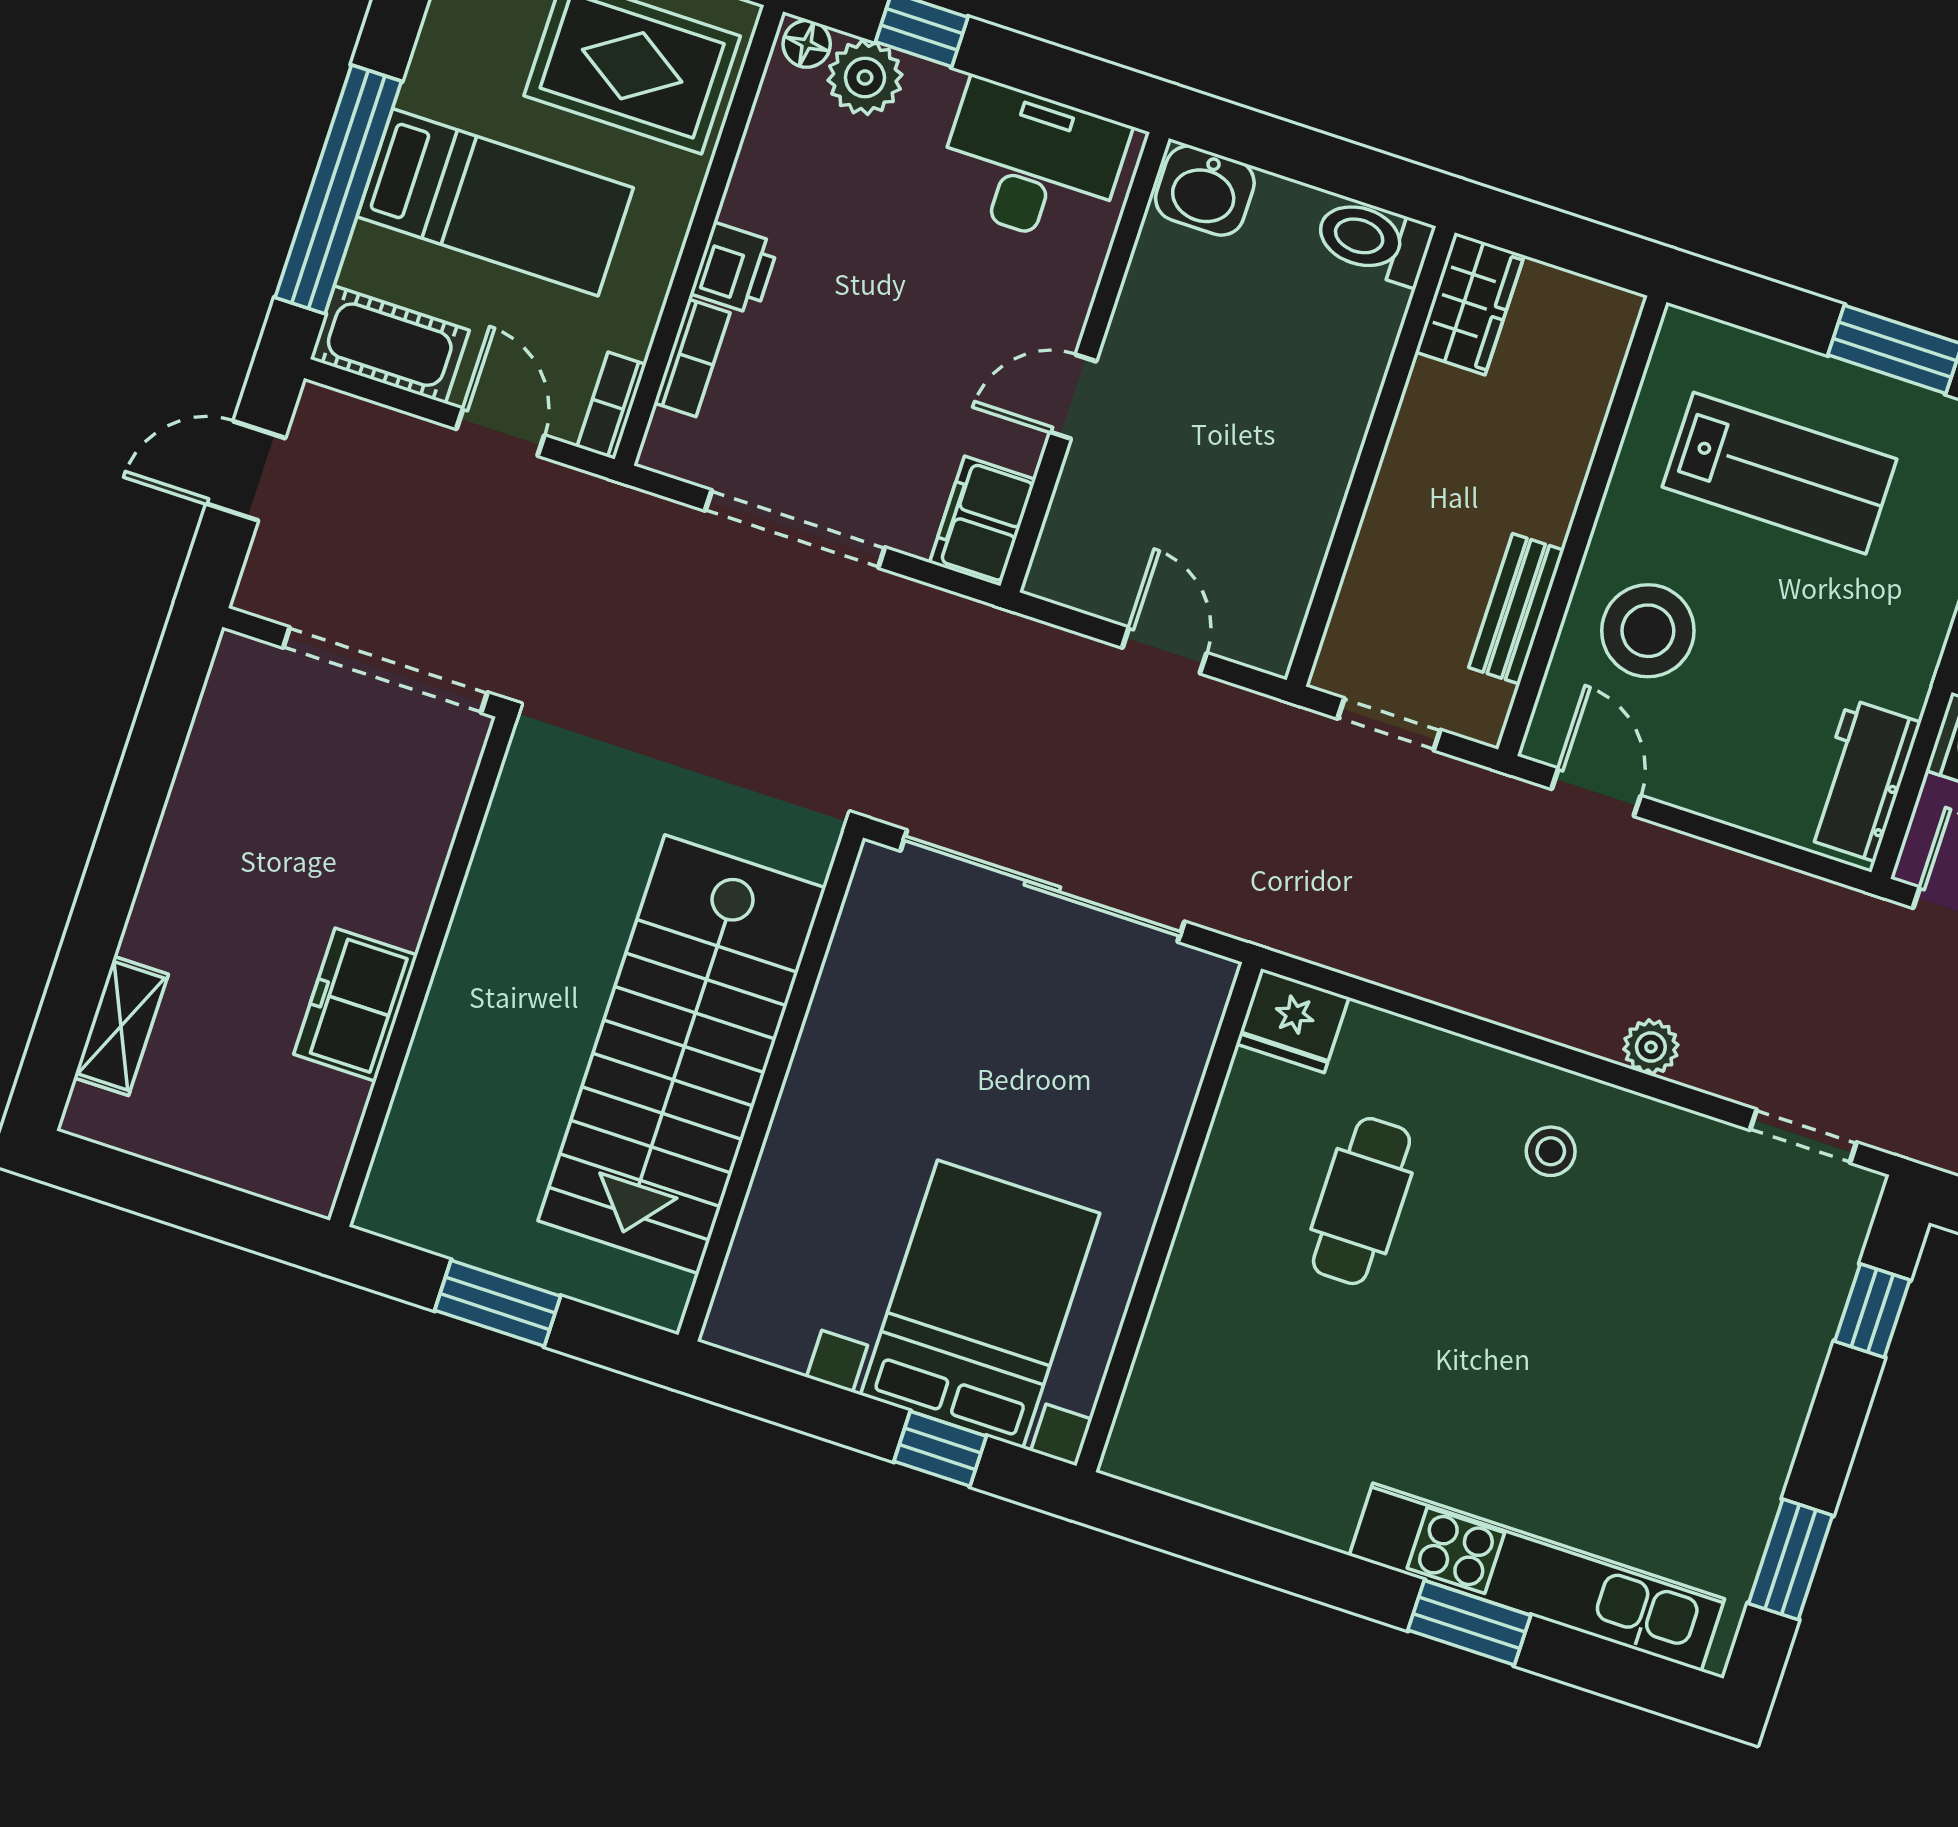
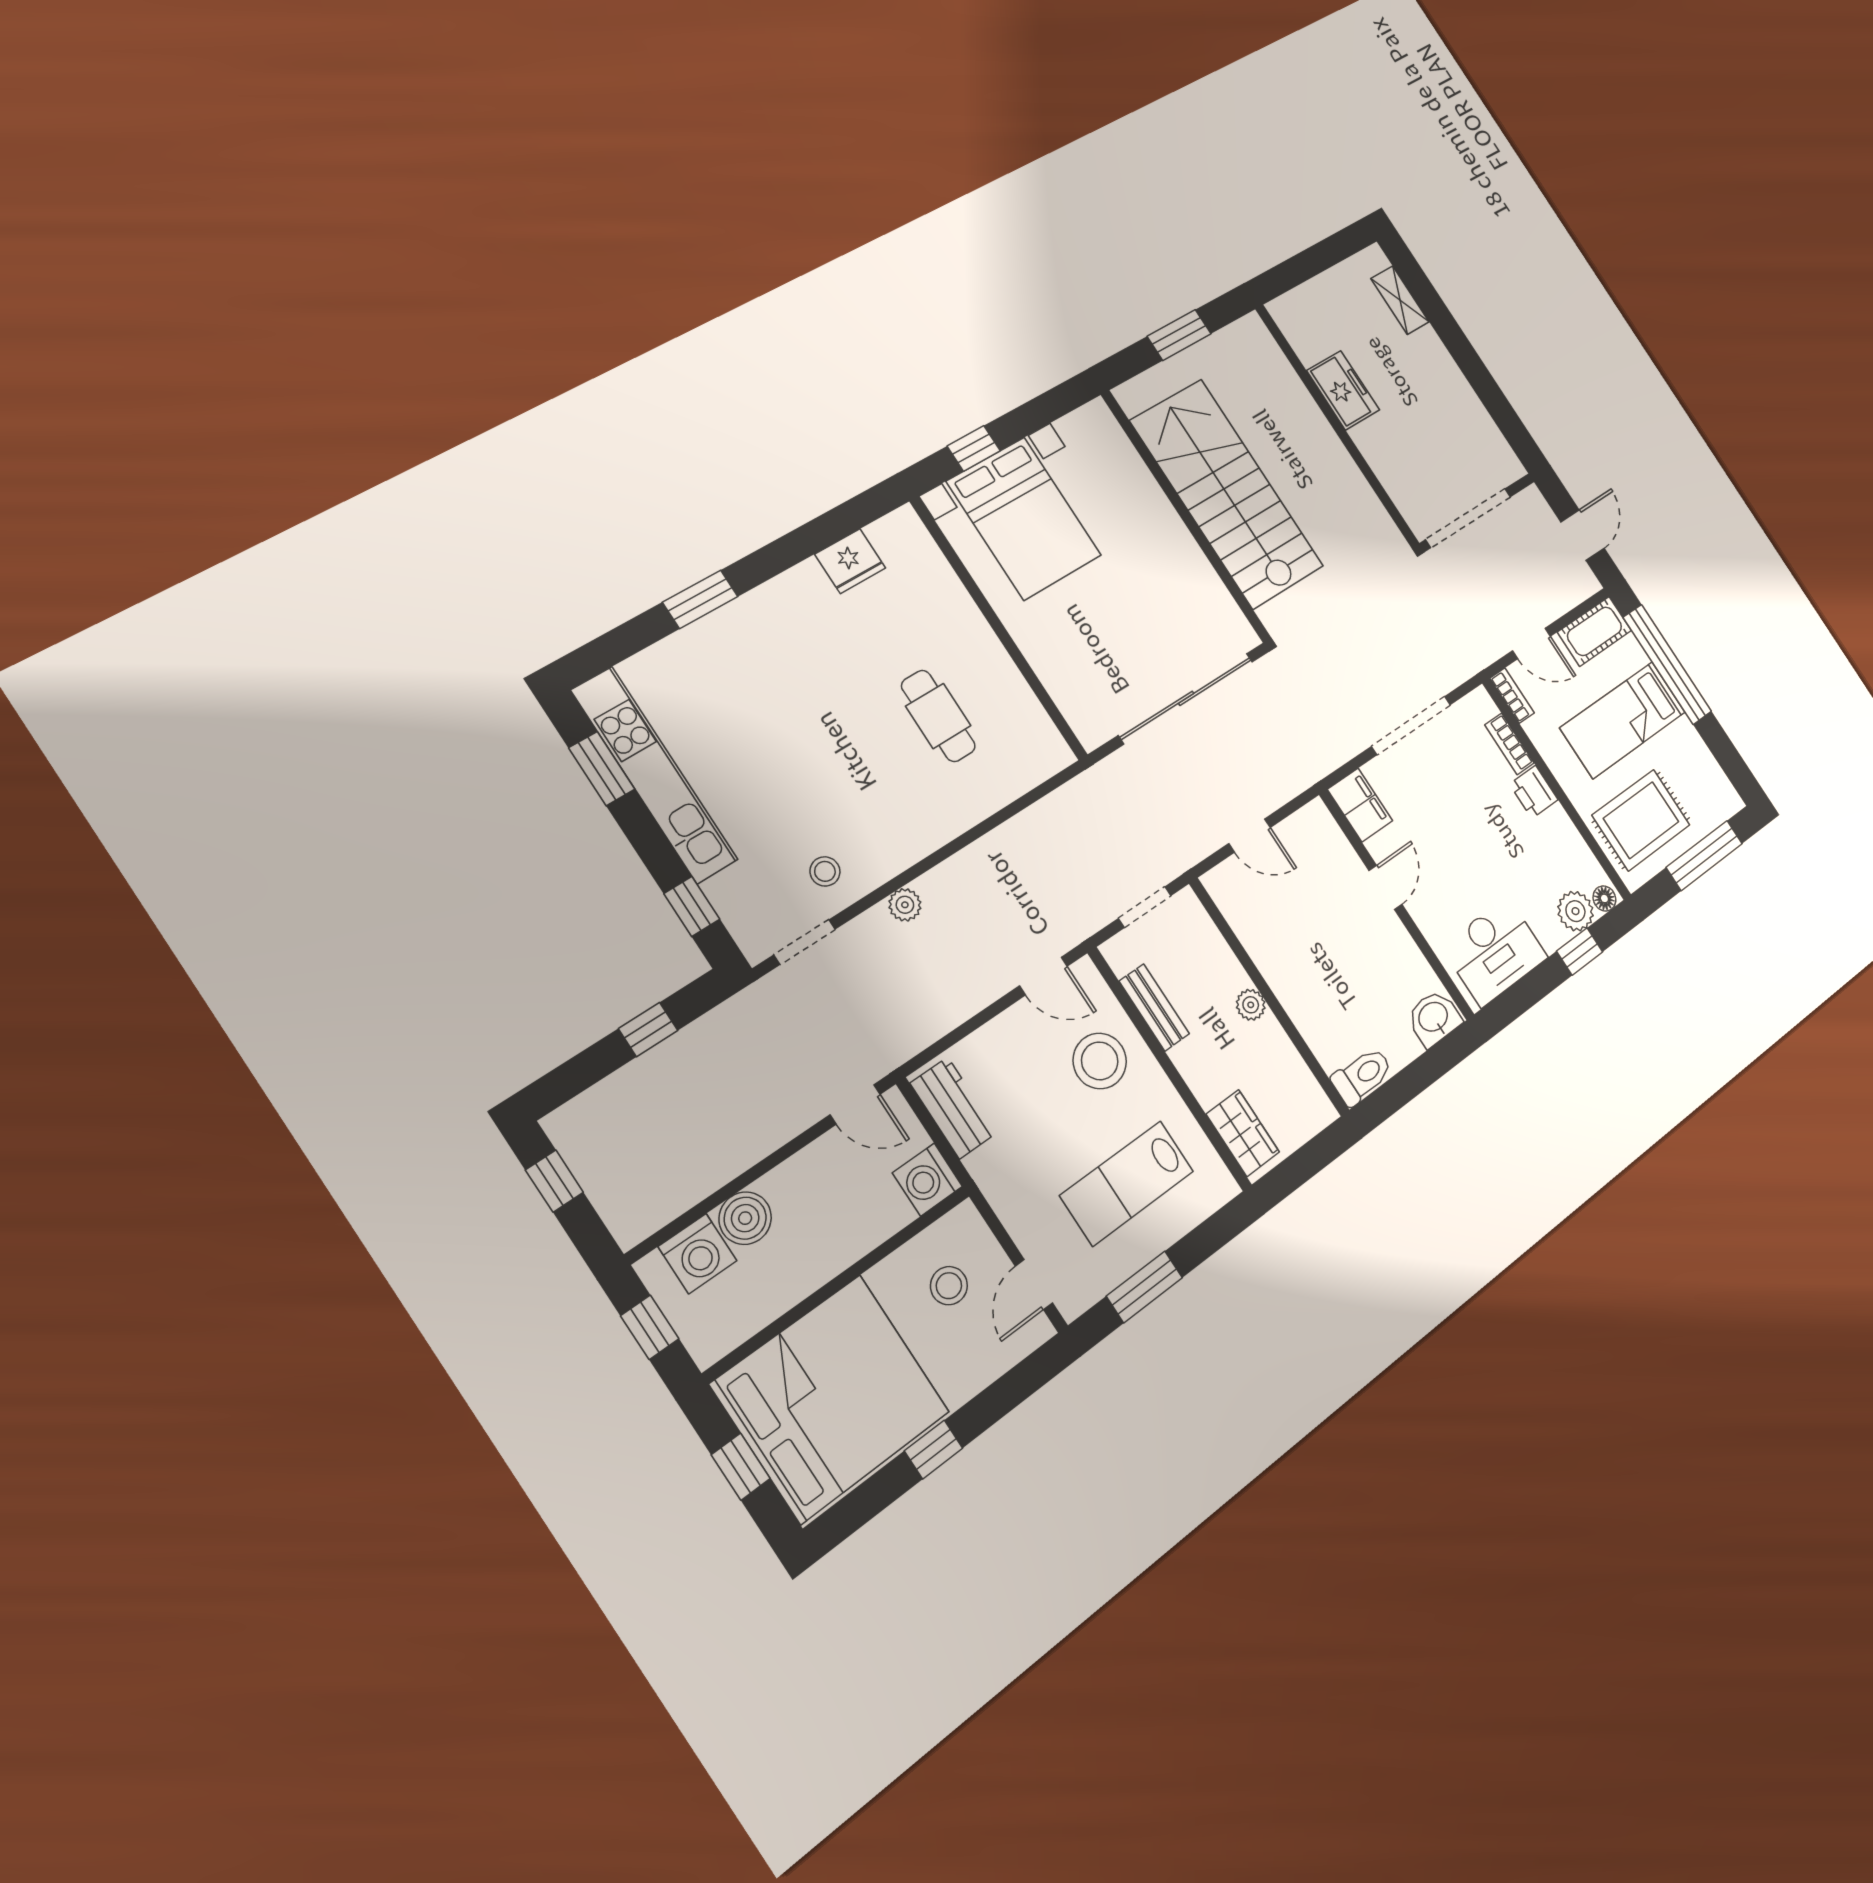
wardrobe: (1470, 304) -> (1243, 1133), moved, turned 180
plant: (1403, 475) -> (1251, 1005), added
fridge: (1293, 1021) -> (850, 561), moved, turned 180
stool: (1551, 1151) -> (825, 871), moved
kitchen unit: (1537, 1577) -> (654, 775), moved, turned -90

